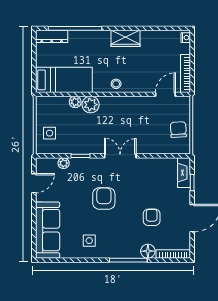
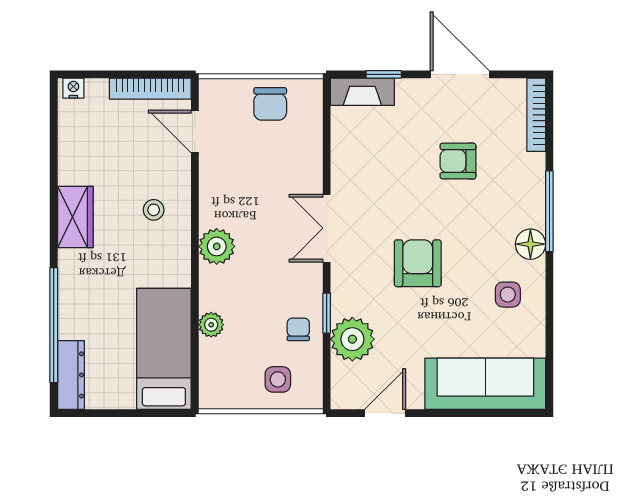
stool: (116, 84) -> (154, 210), moved
plant: (91, 105) -> (217, 246), moved
chair: (178, 130) -> (270, 104), turned -87
chair: (73, 143) -> (298, 329), added
plant: (64, 163) -> (352, 339), width x1.88, depth x1.88
door: (34, 183) -> (385, 413), hinge flipped
armchair: (104, 198) -> (418, 263), turned 90
floor lamp: (148, 251) -> (530, 244), moved

